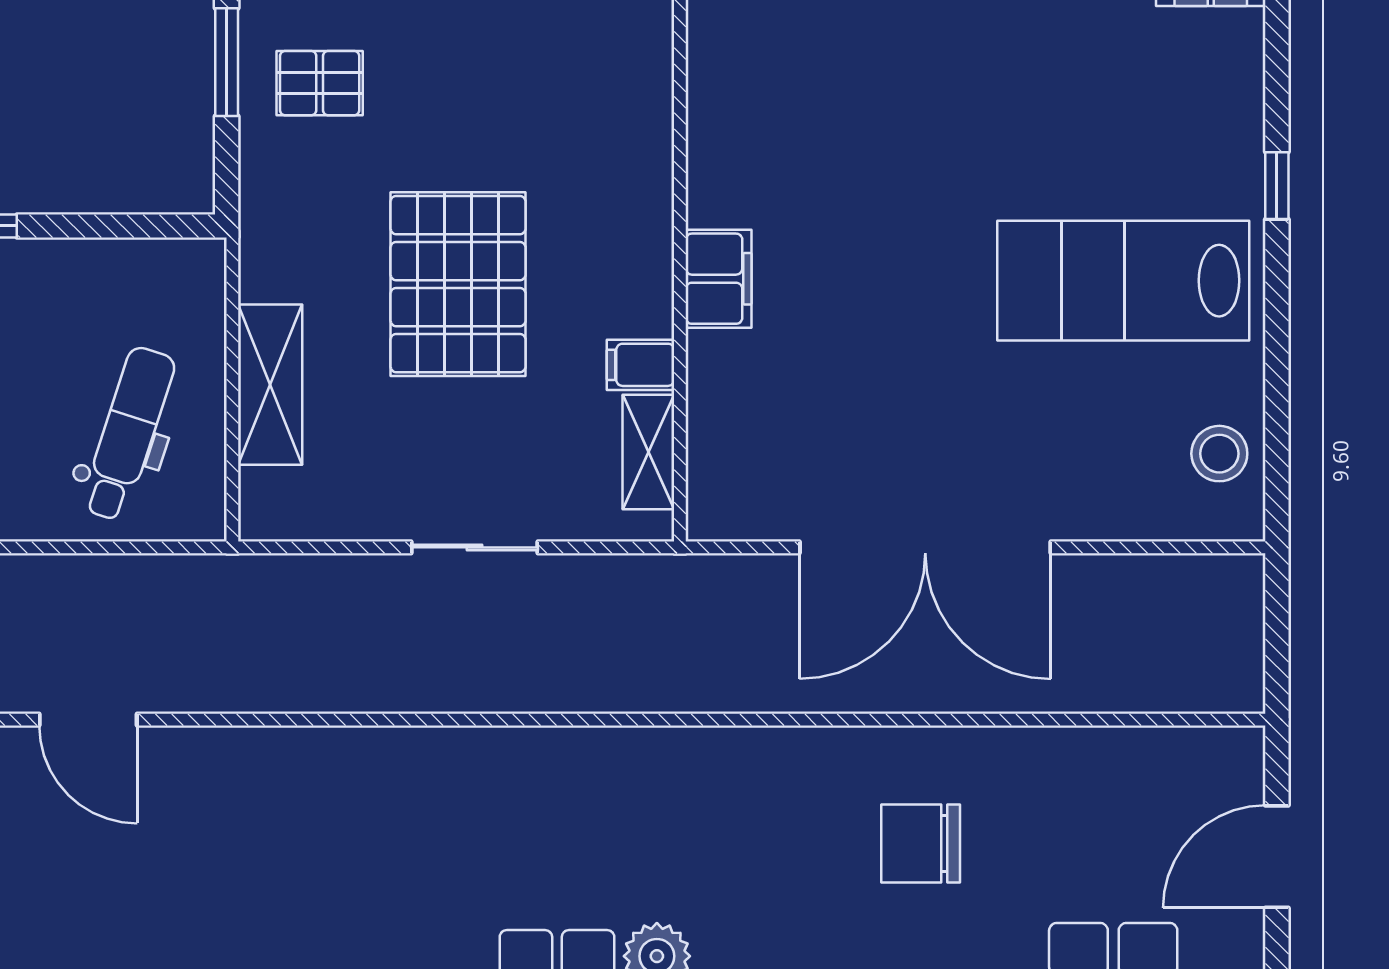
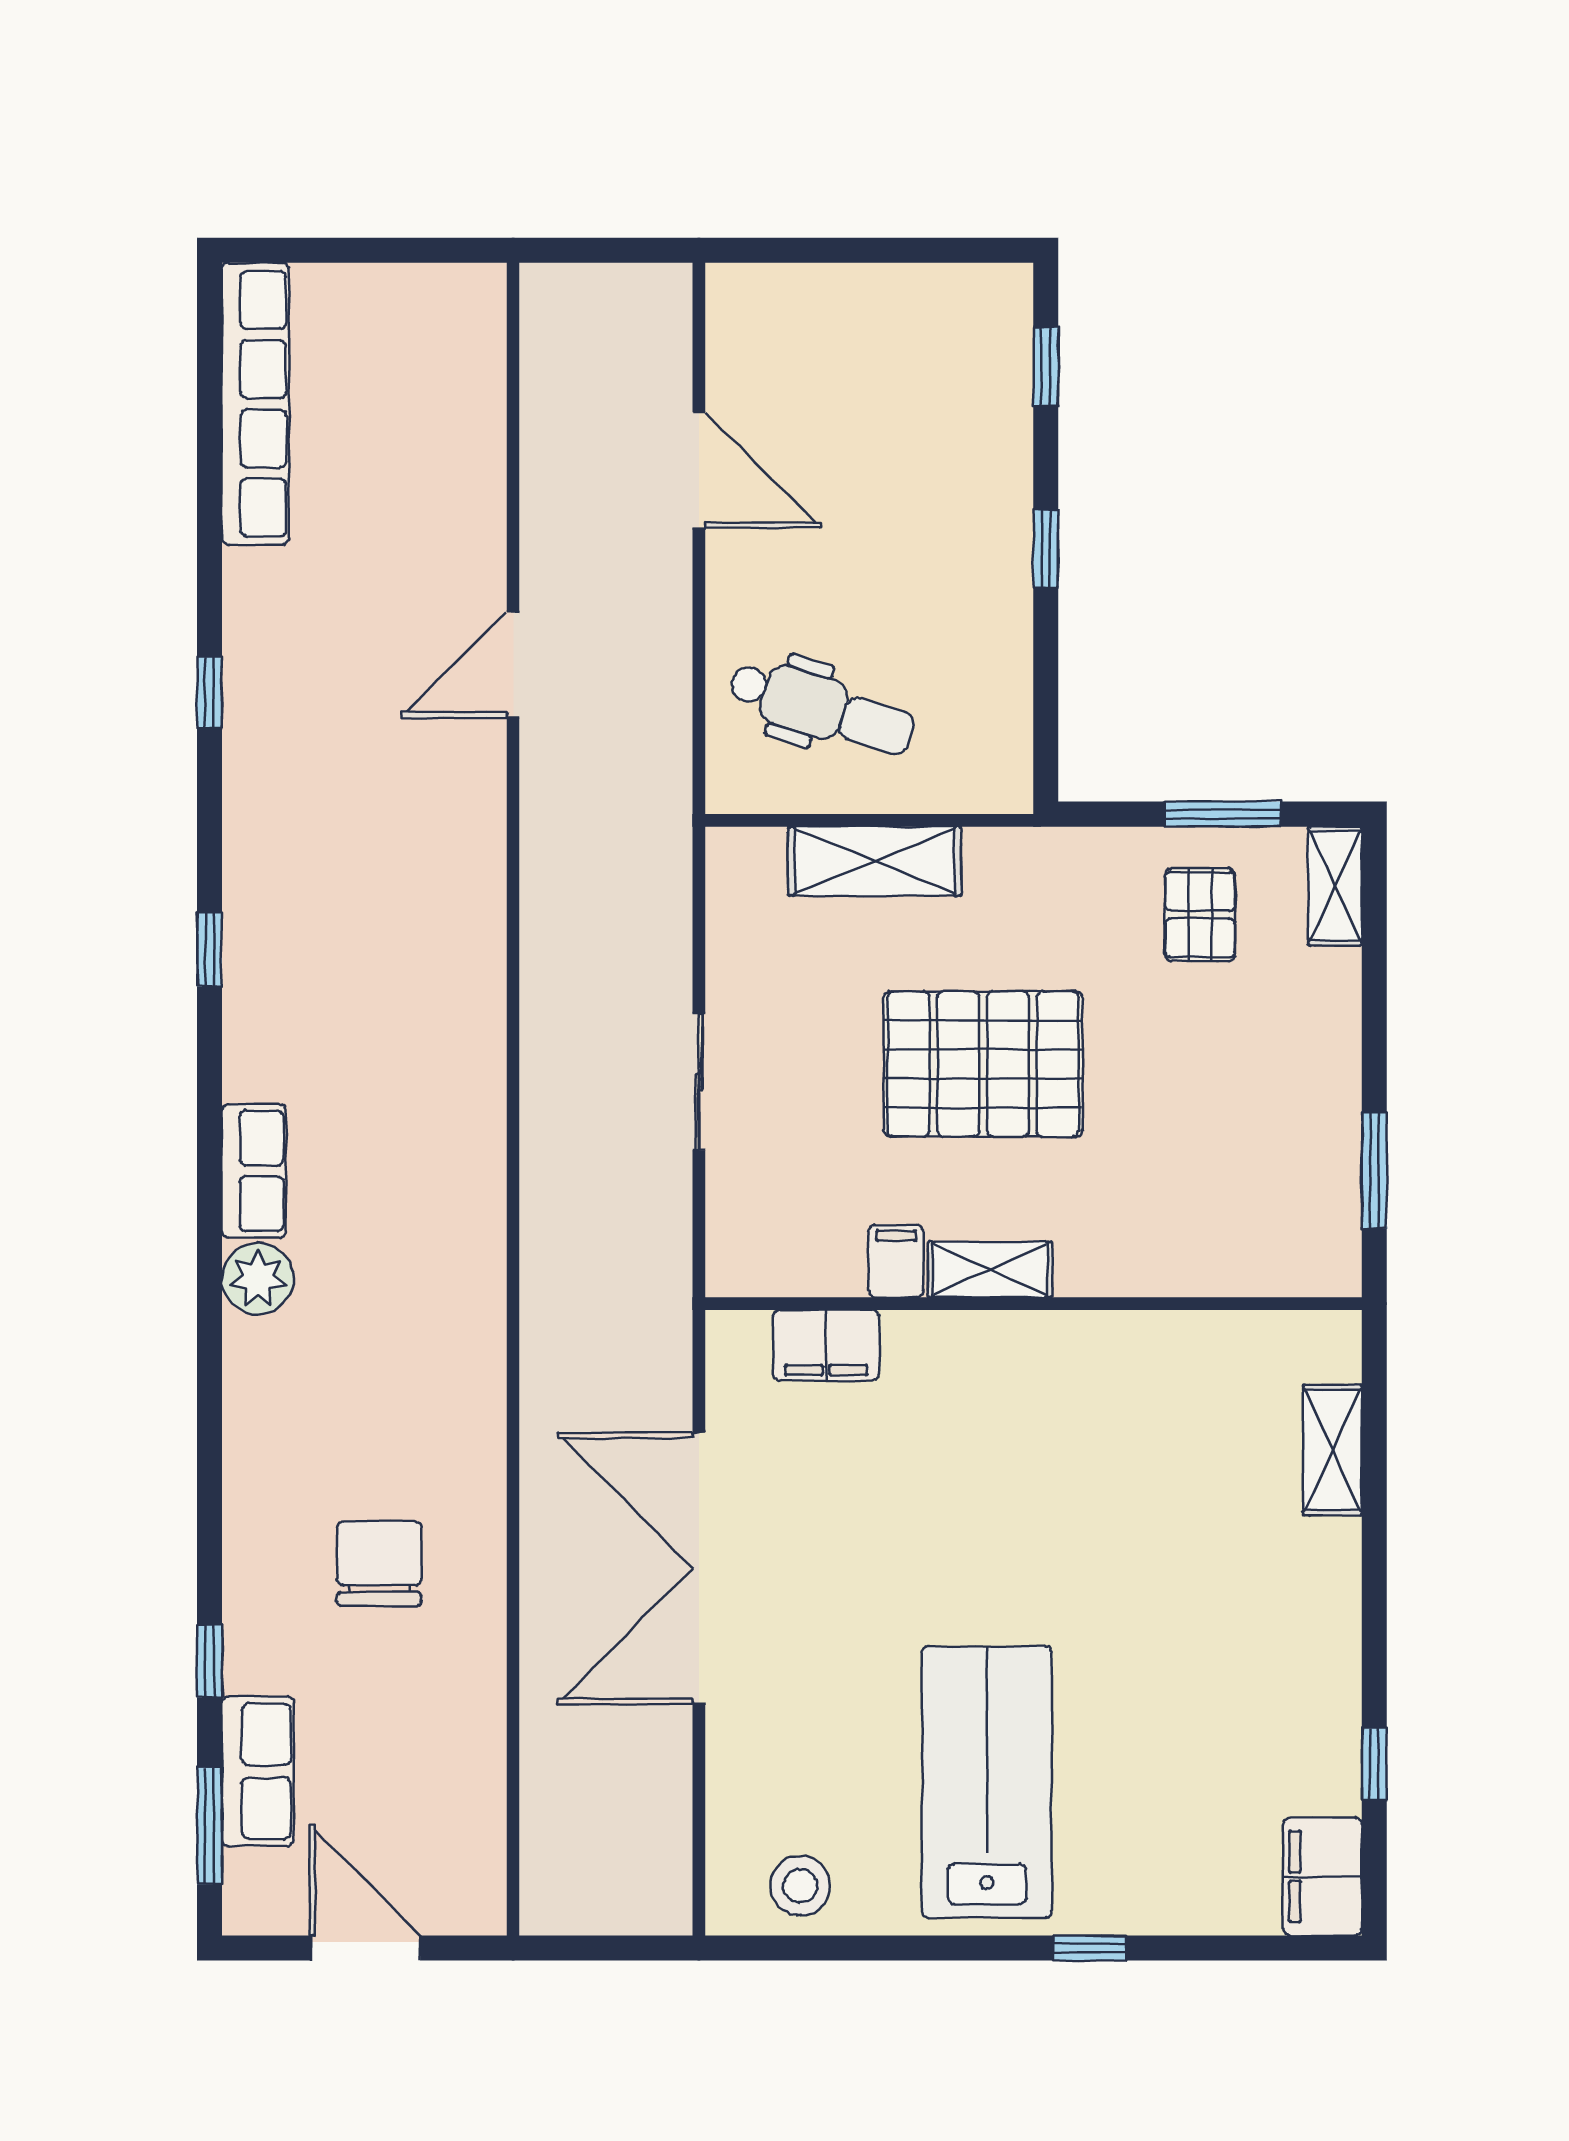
filing cabinet: (719, 279) -> (826, 1345), moved
shelving: (648, 452) -> (990, 1270), moved

